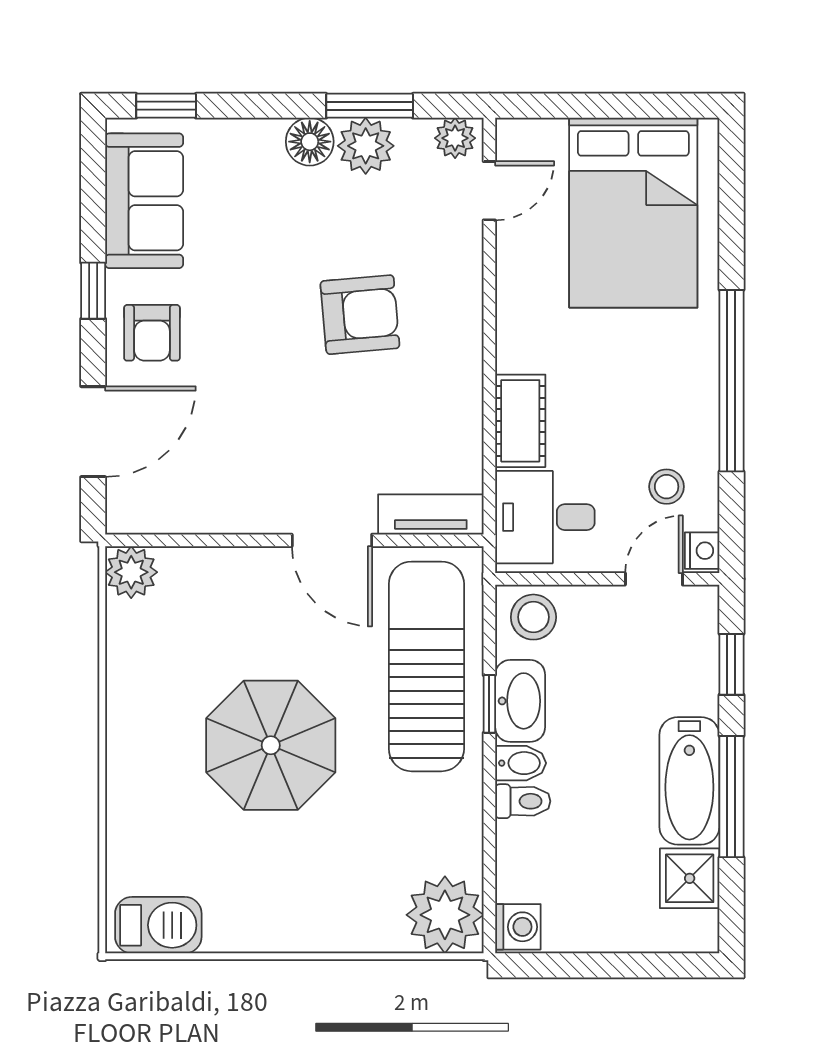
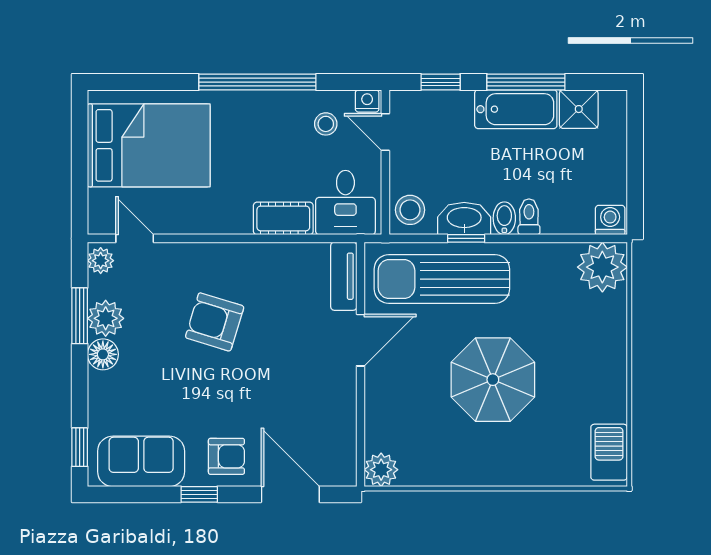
armchair: (360, 315) -> (215, 322), turned -68

